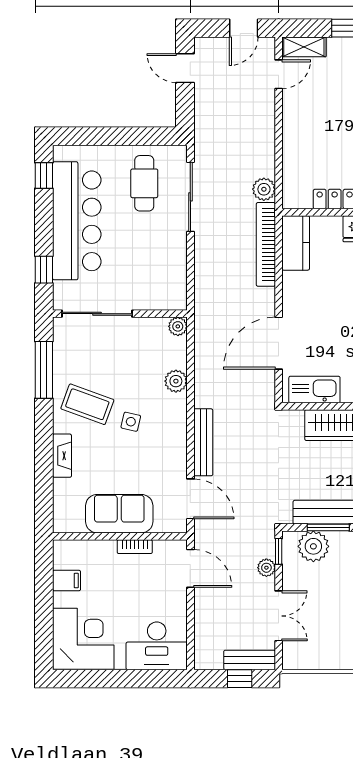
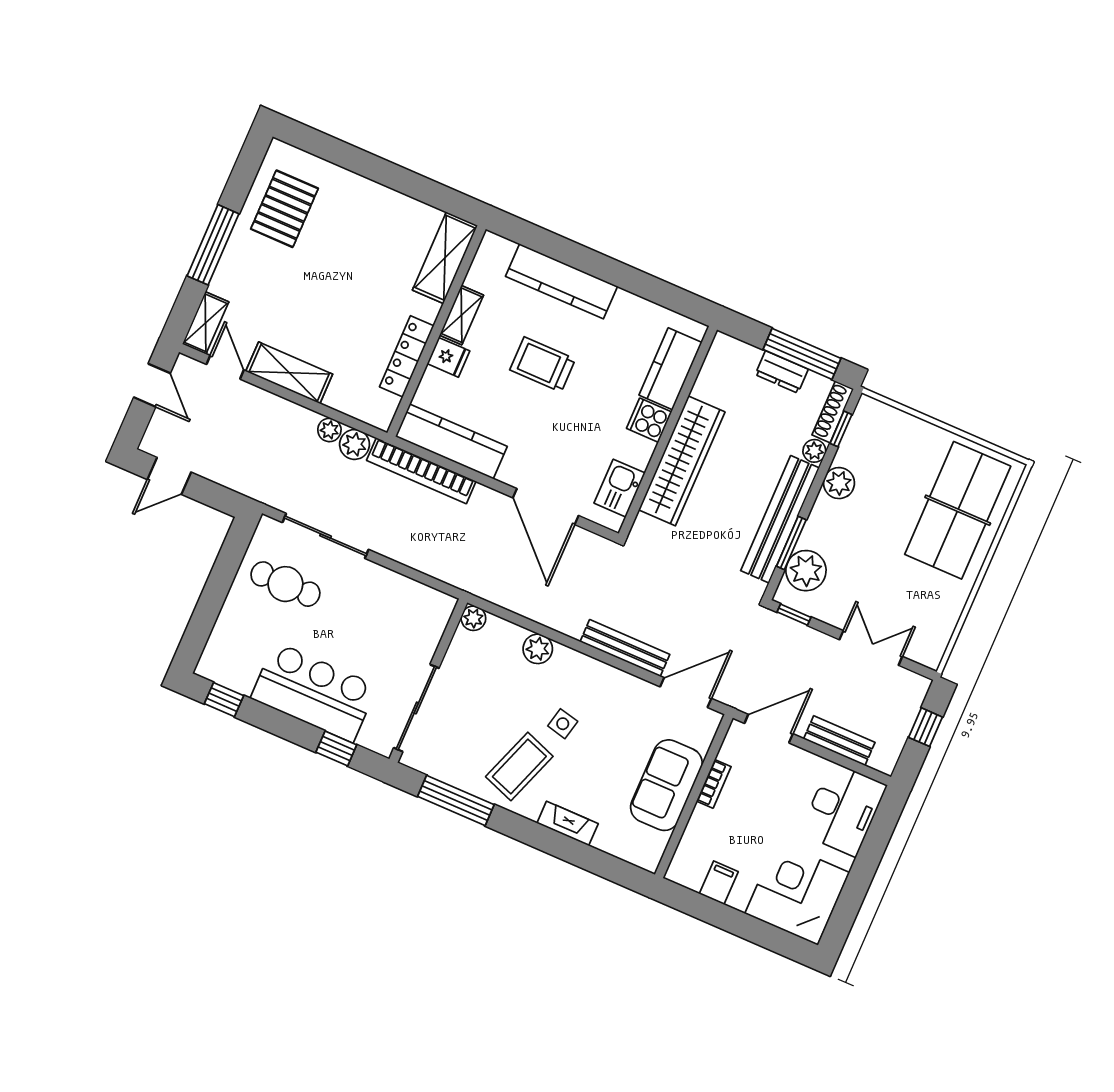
shelving: (294, 121) -> (289, 373), added
bar counter: (77, 221) -> (314, 692), width x0.73
kitchen counter: (296, 243) -> (451, 442), width x1.50
kitchen sink: (314, 390) -> (620, 488), width x0.73
plant: (266, 568) -> (329, 430), moved
bench: (250, 660) -> (839, 741), moved, turned 90

